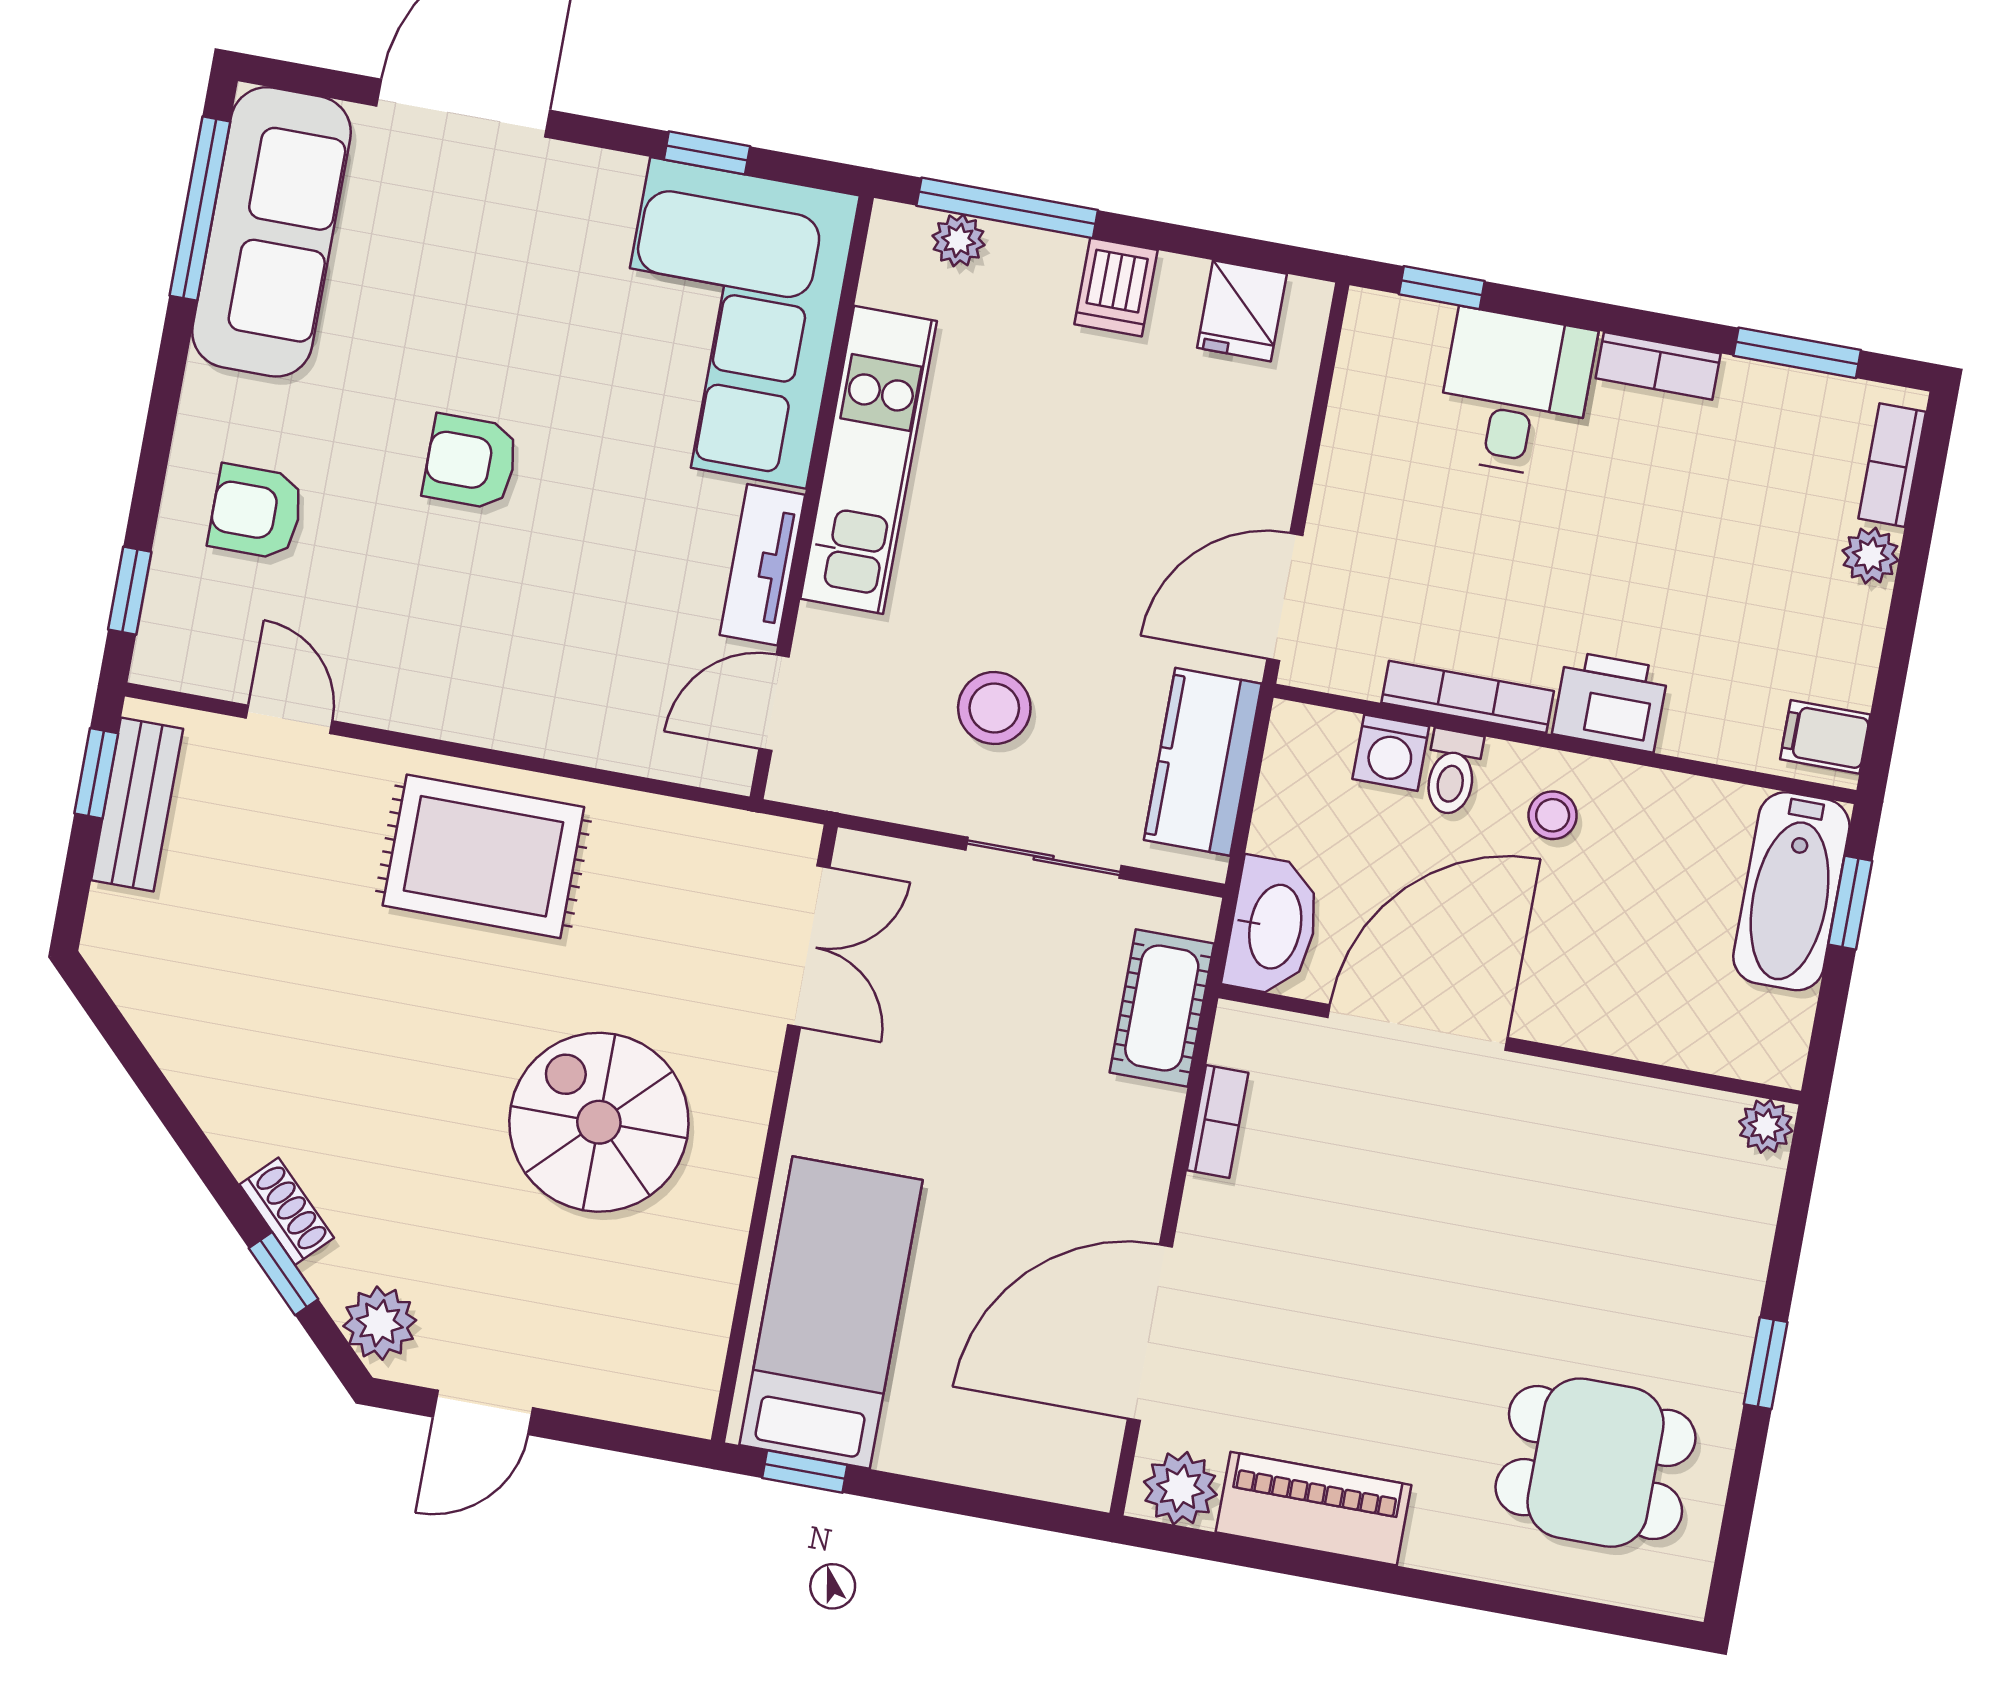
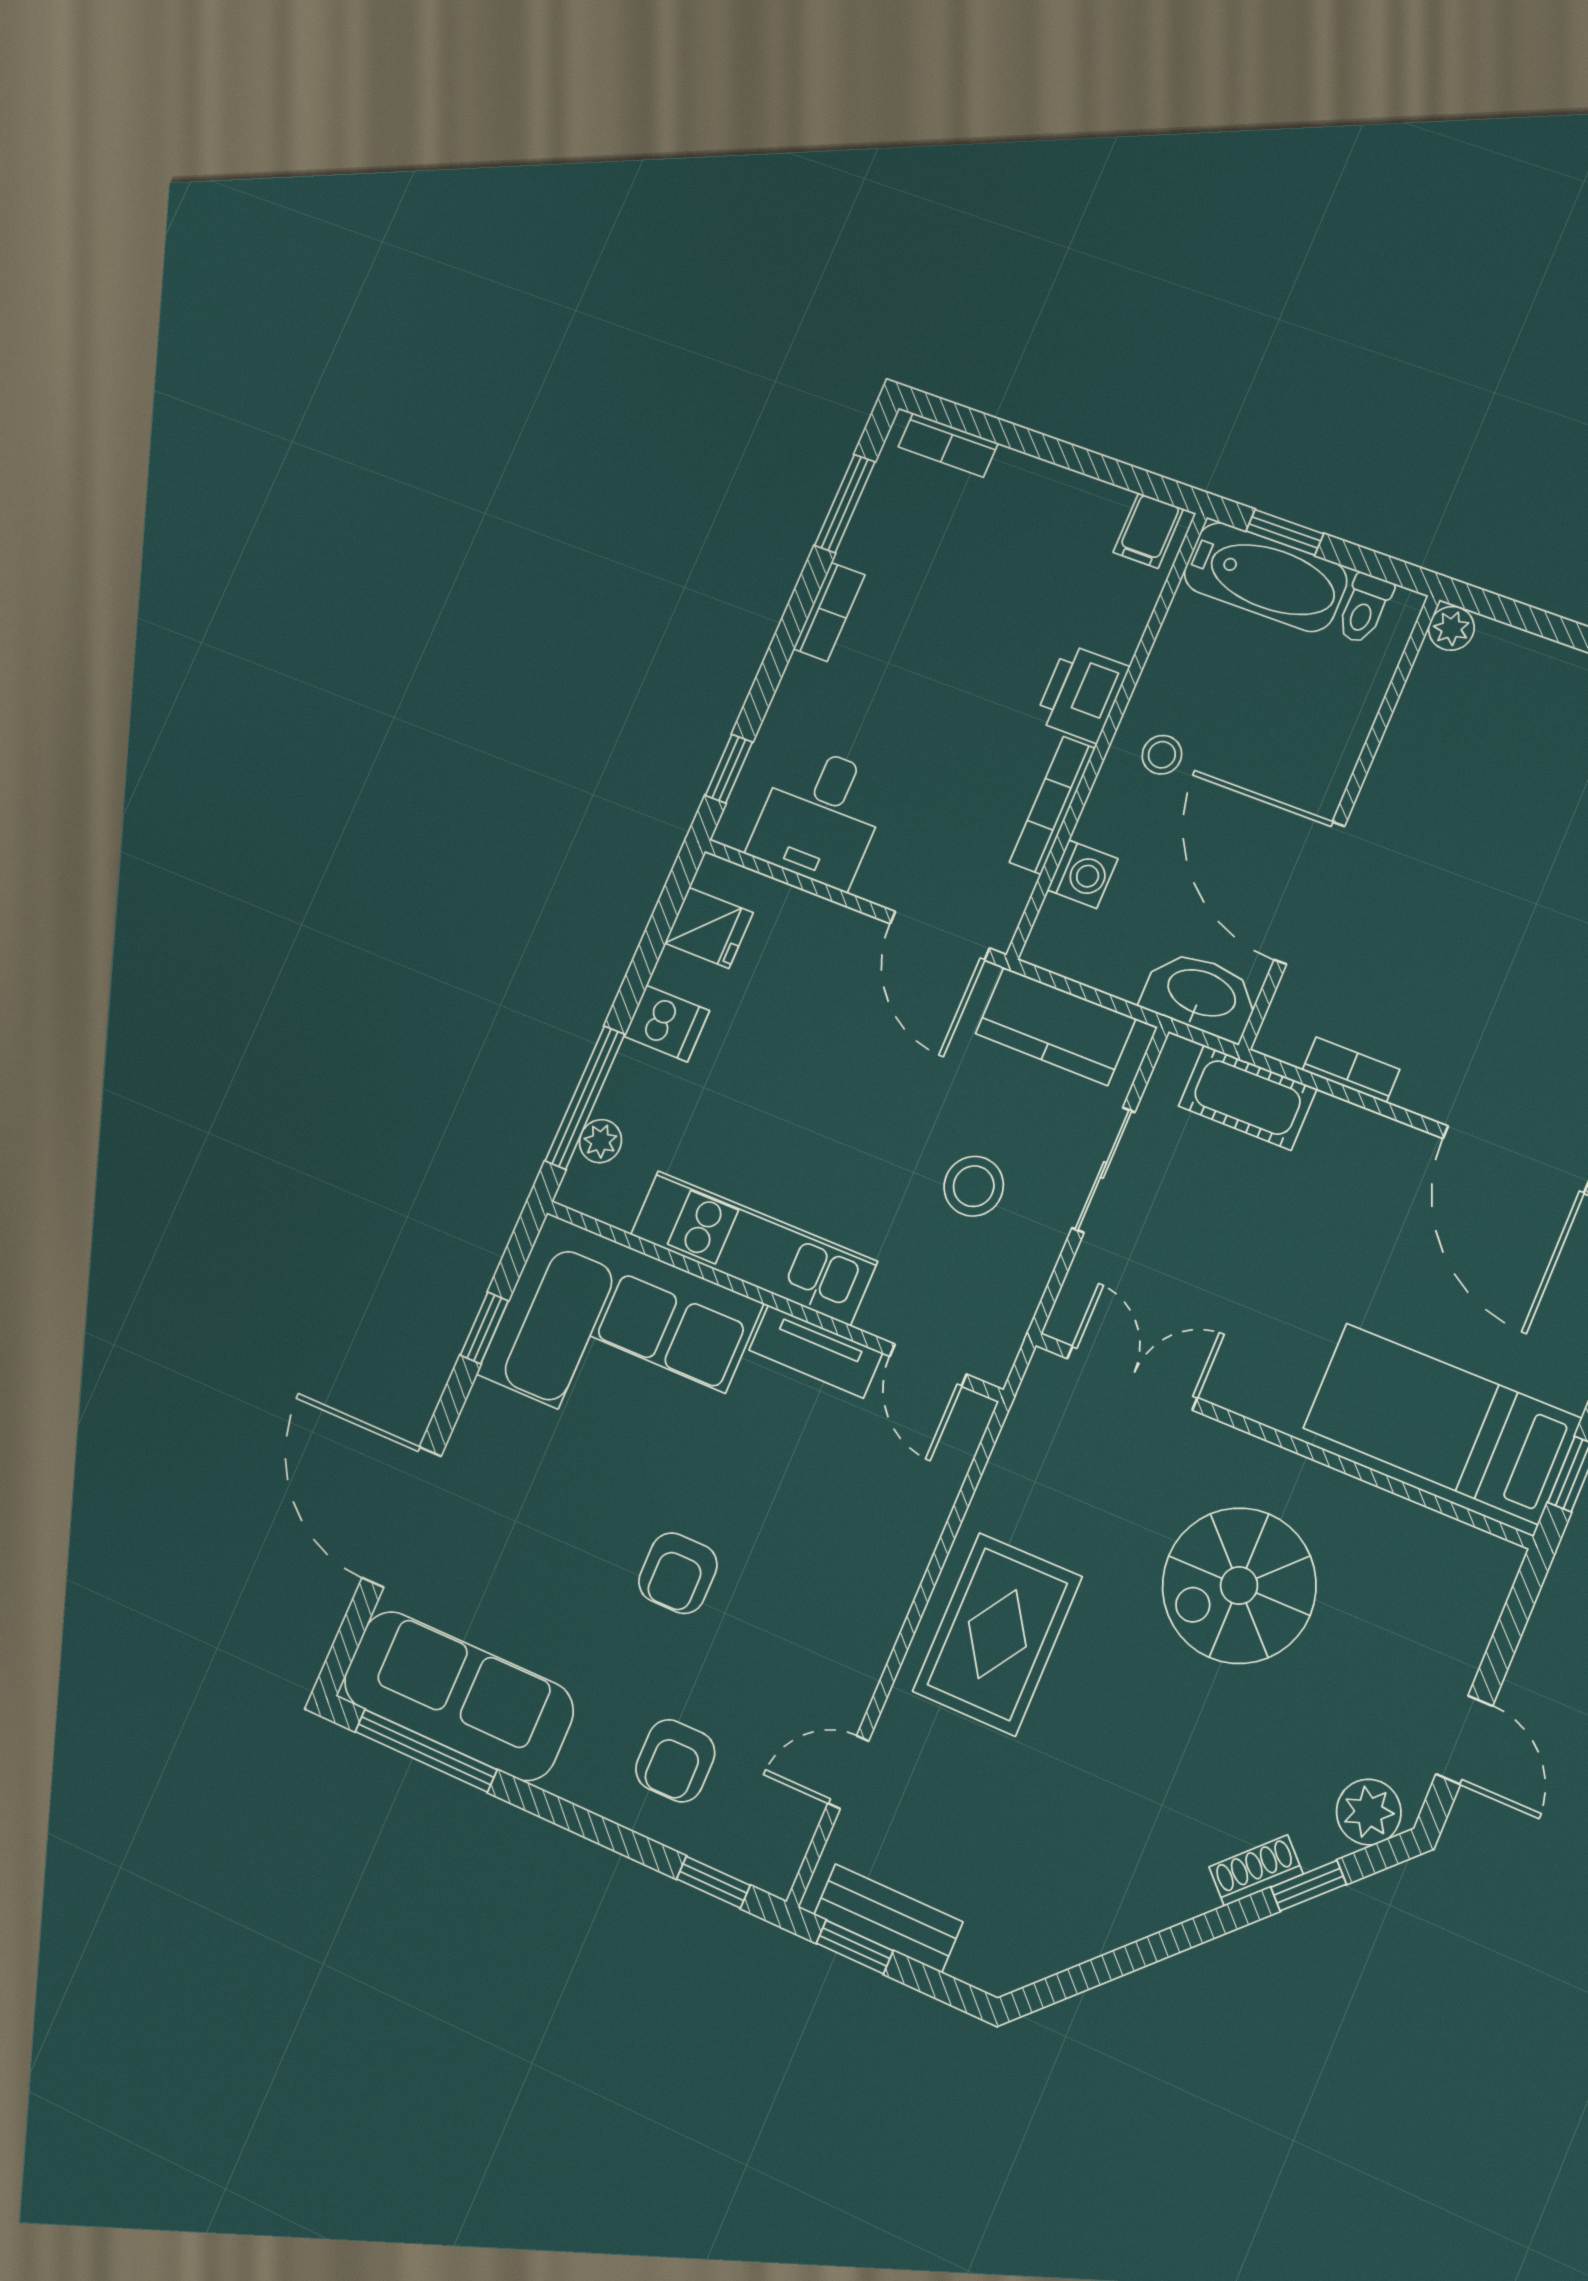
desk: (1515, 393) -> (820, 817), moved, turned -90
plant: (1870, 556) -> (1014, 473), removed
toilet: (1452, 772) -> (1364, 608), moved, turned 90

